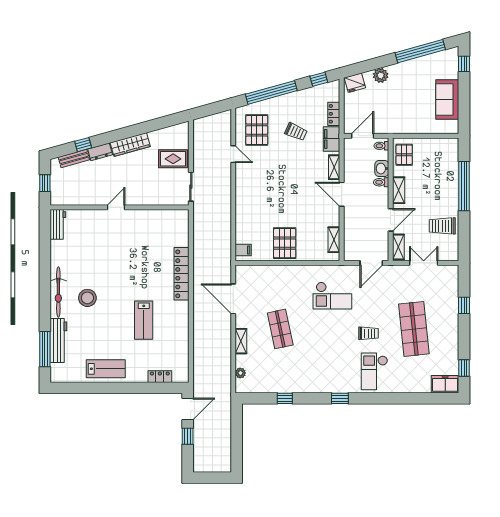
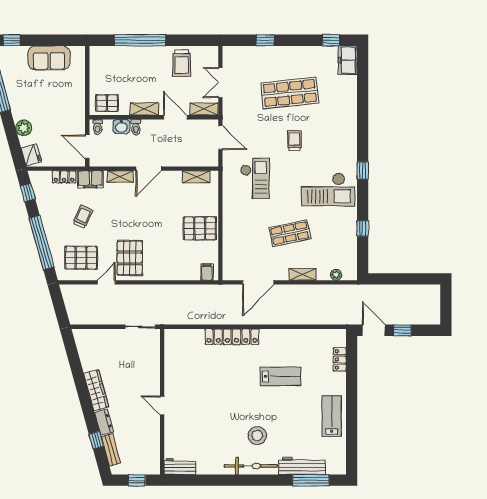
rug: (173, 159) -> (111, 346), removed
pallet: (257, 176) -> (130, 258), added
checkout: (374, 371) -> (328, 189), moved, width x1.36, depth x1.21

